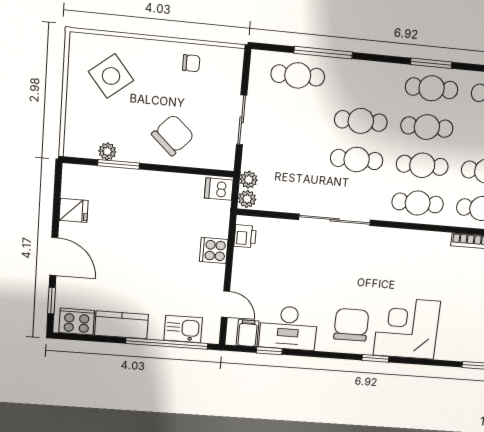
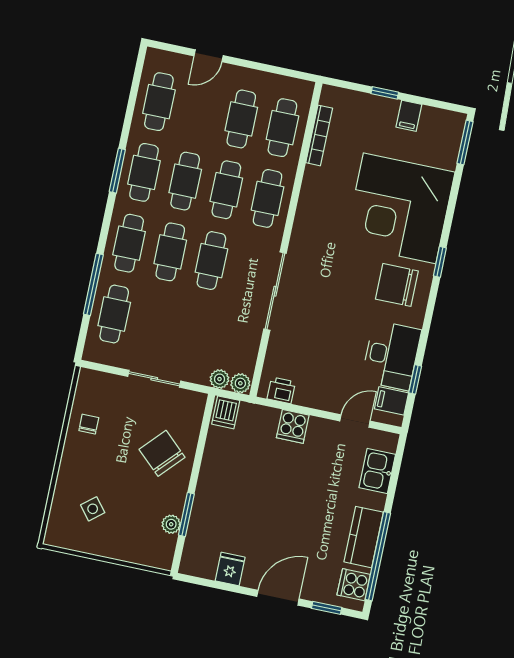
side table: (111, 76) -> (93, 509), width x0.54, depth x0.54
cafe table: (365, 82) -> (129, 243), added
cooker: (77, 322) -> (354, 585), width x0.73
corner desk: (407, 328) -> (400, 208), width x1.36, depth x1.36
window: (167, 344) -> (378, 556), moved

